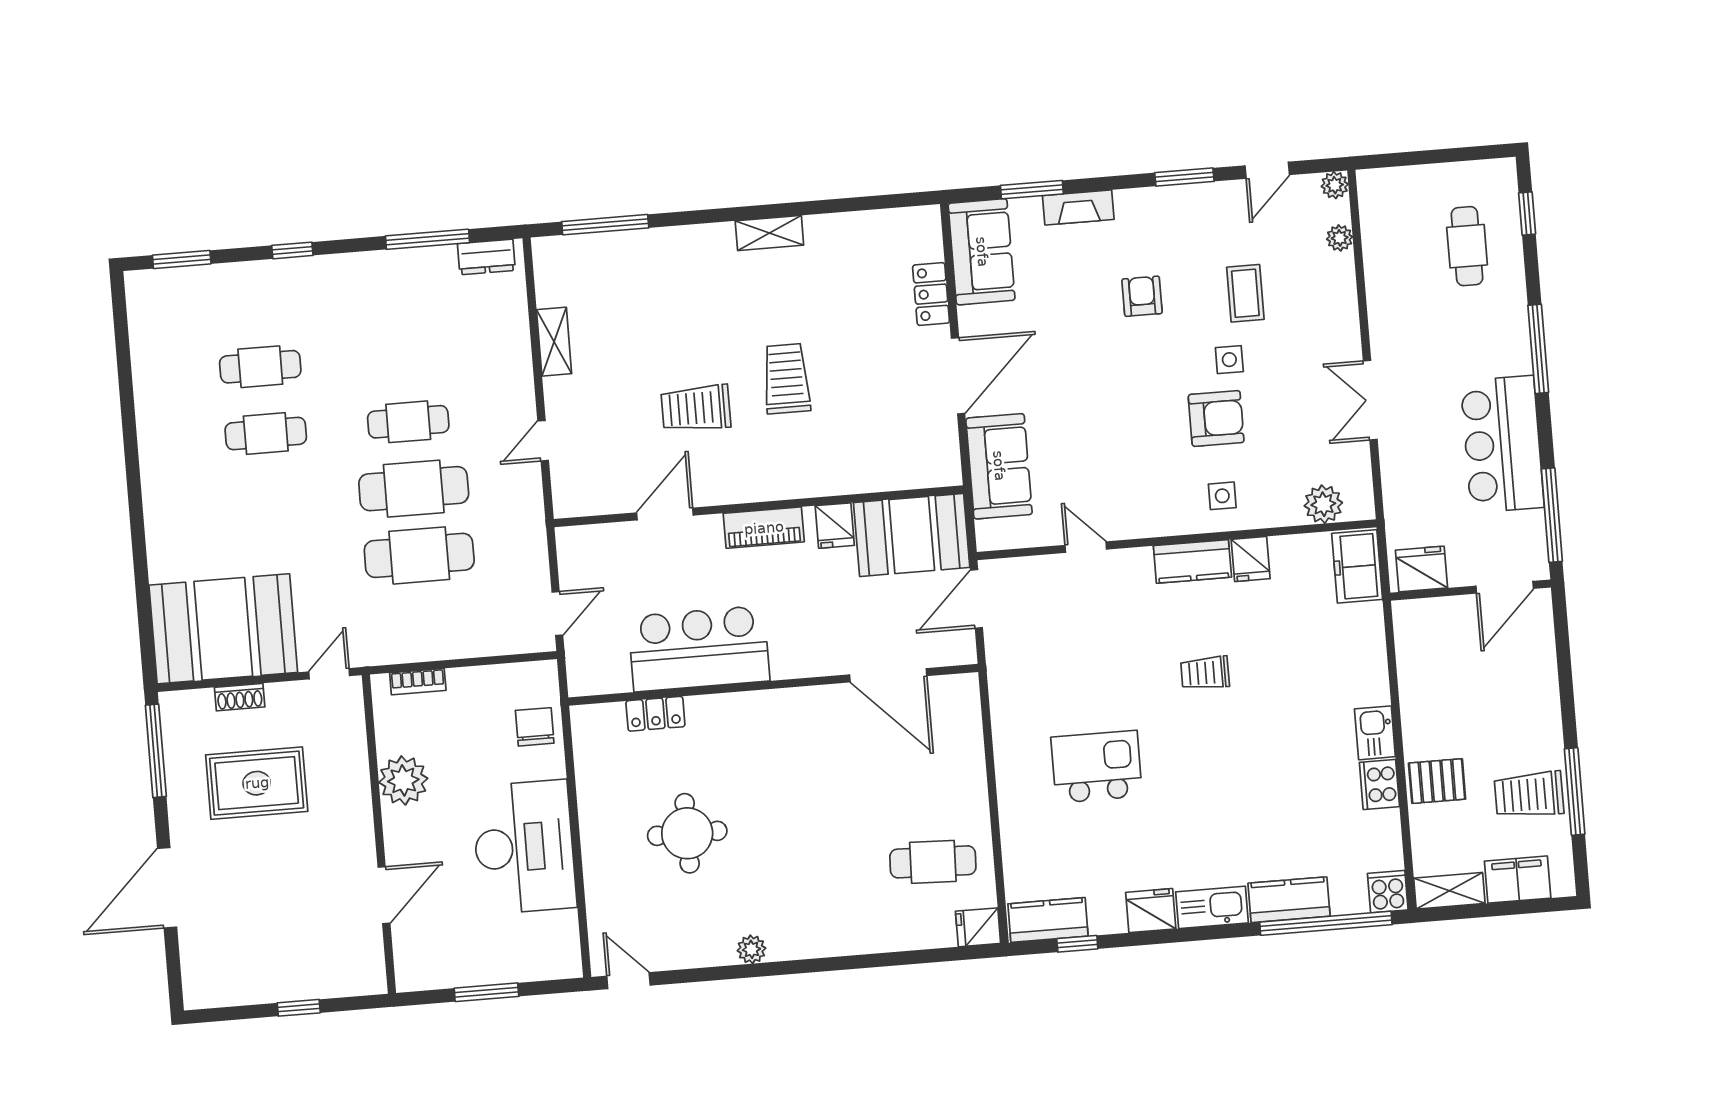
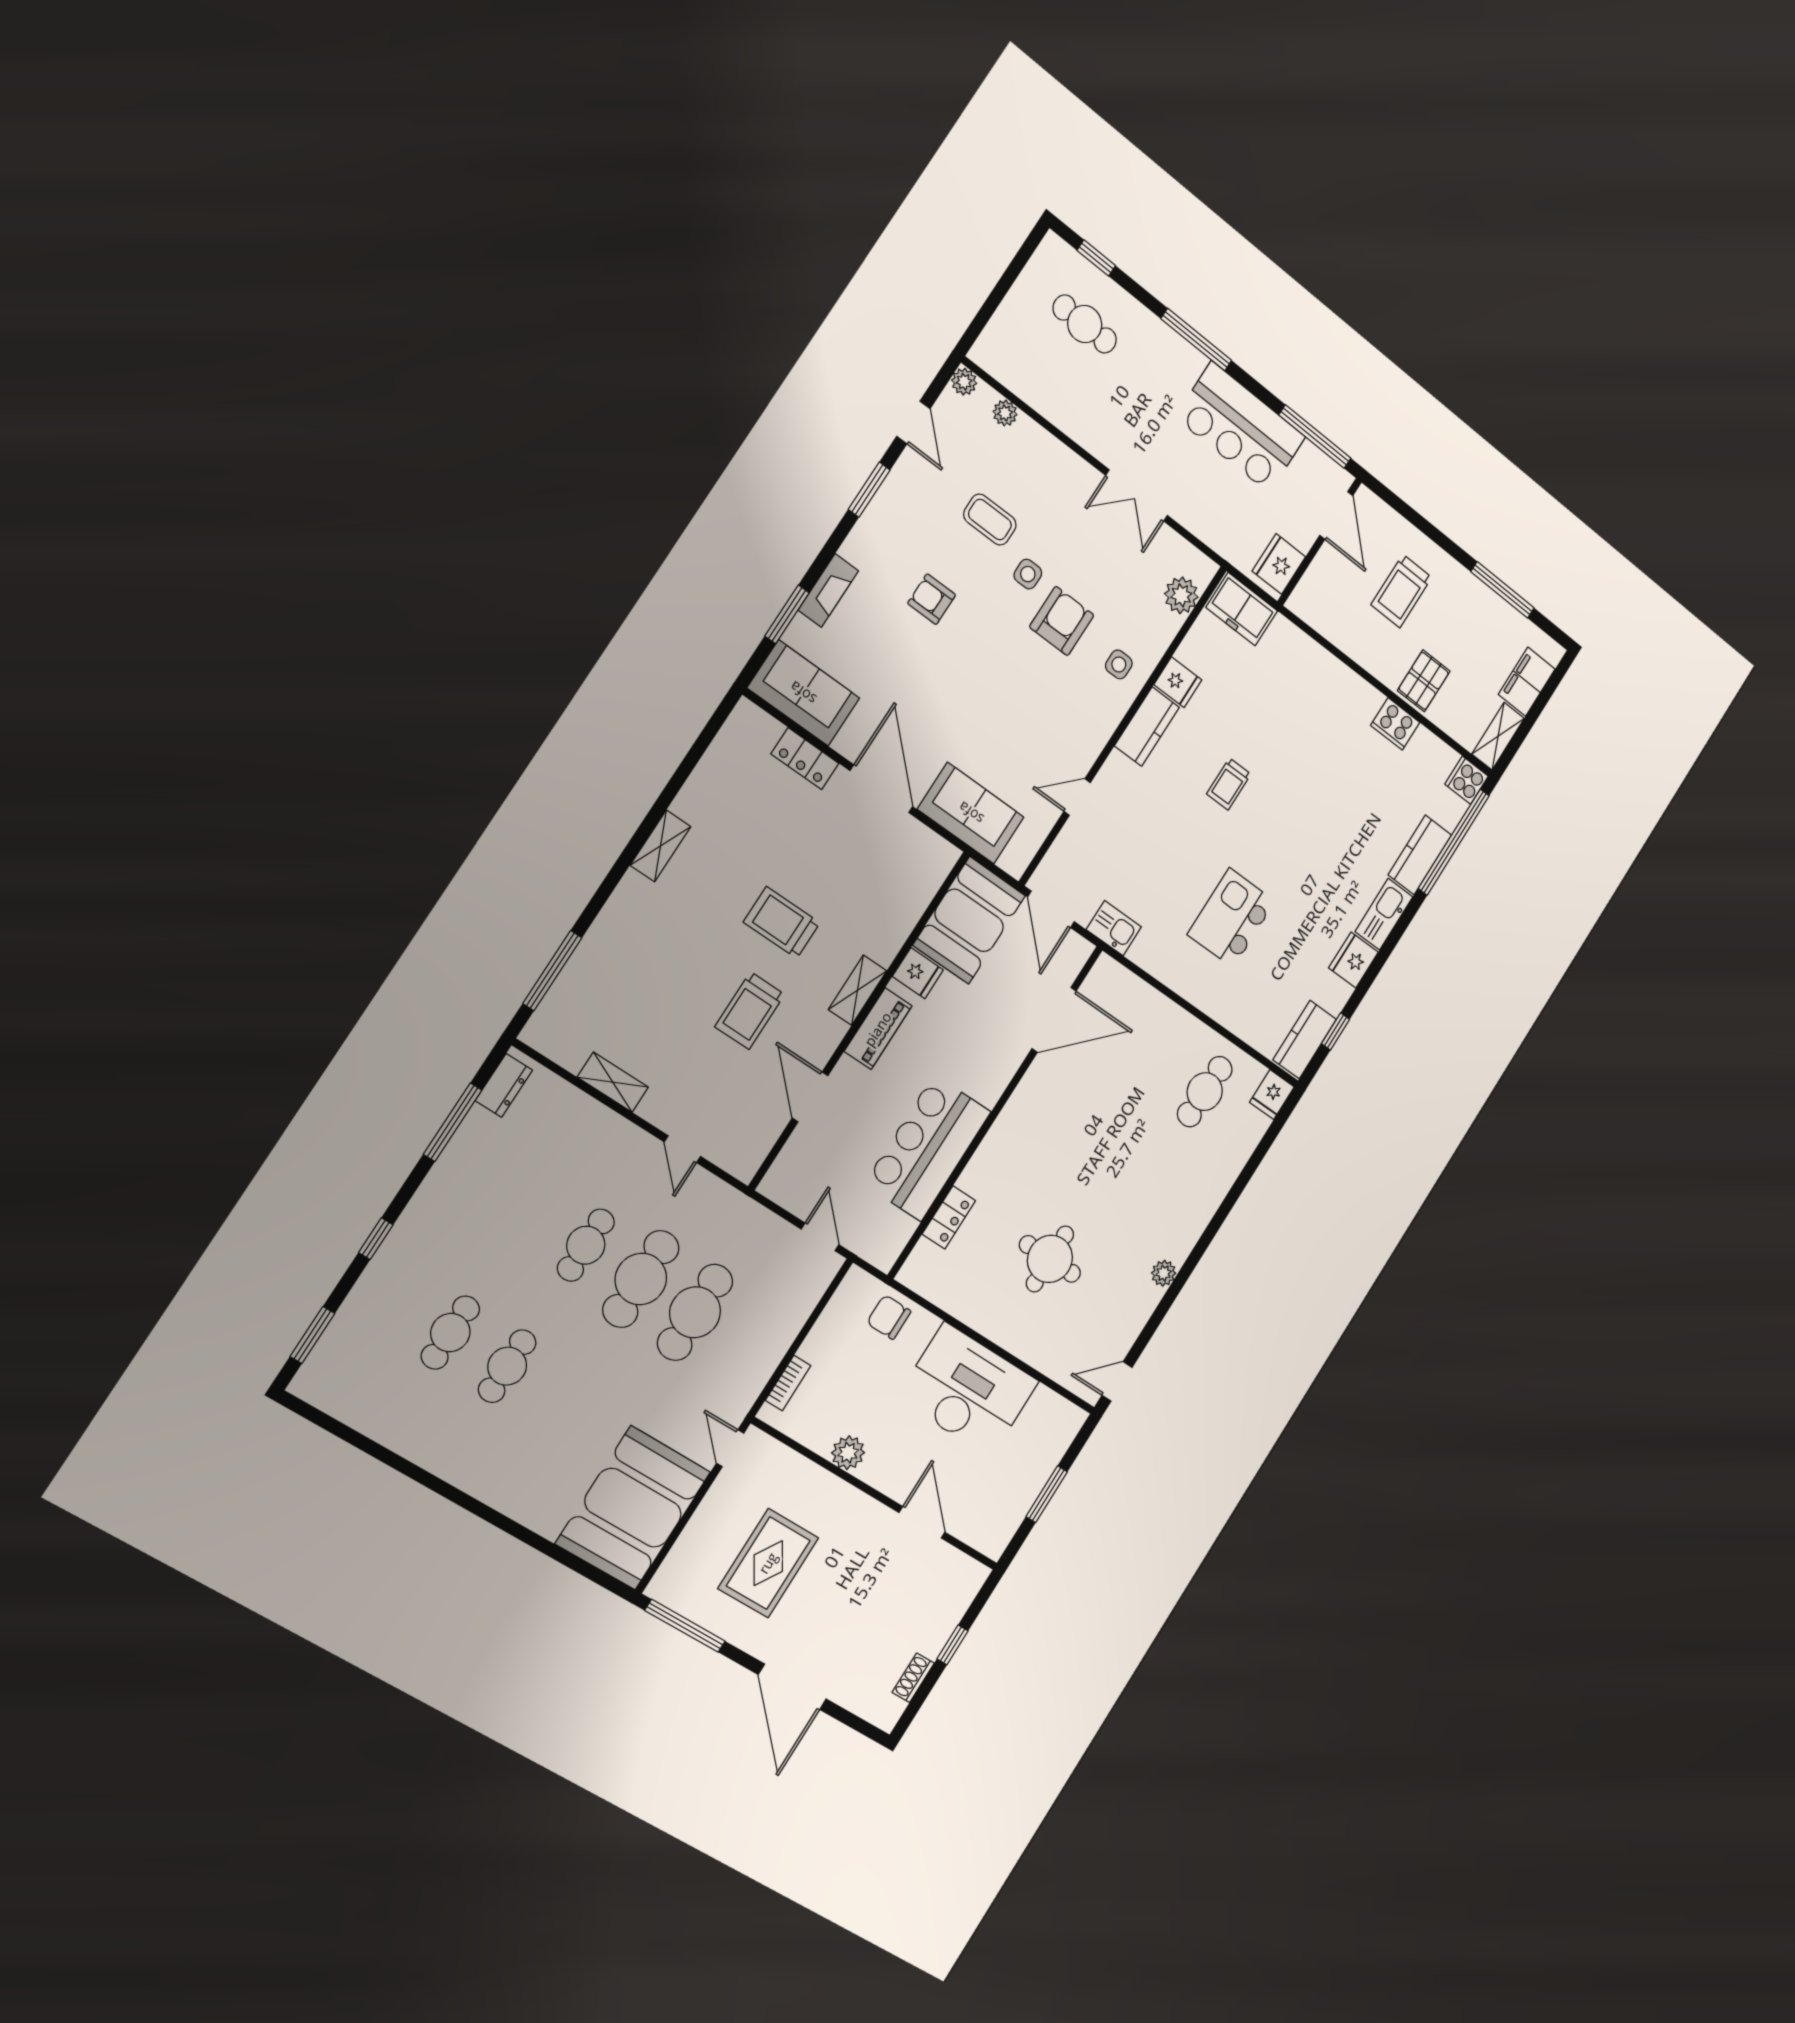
shelving: (781, 485) -> (858, 990), added
shoe rack: (240, 697) -> (913, 1678), moved, turned 180
kitchen sink: (1375, 733) -> (1114, 928), moved, turned 180
plant: (403, 780) -> (848, 1453), width x0.73, depth x0.73
trolley: (1529, 795) -> (1401, 591), moved

